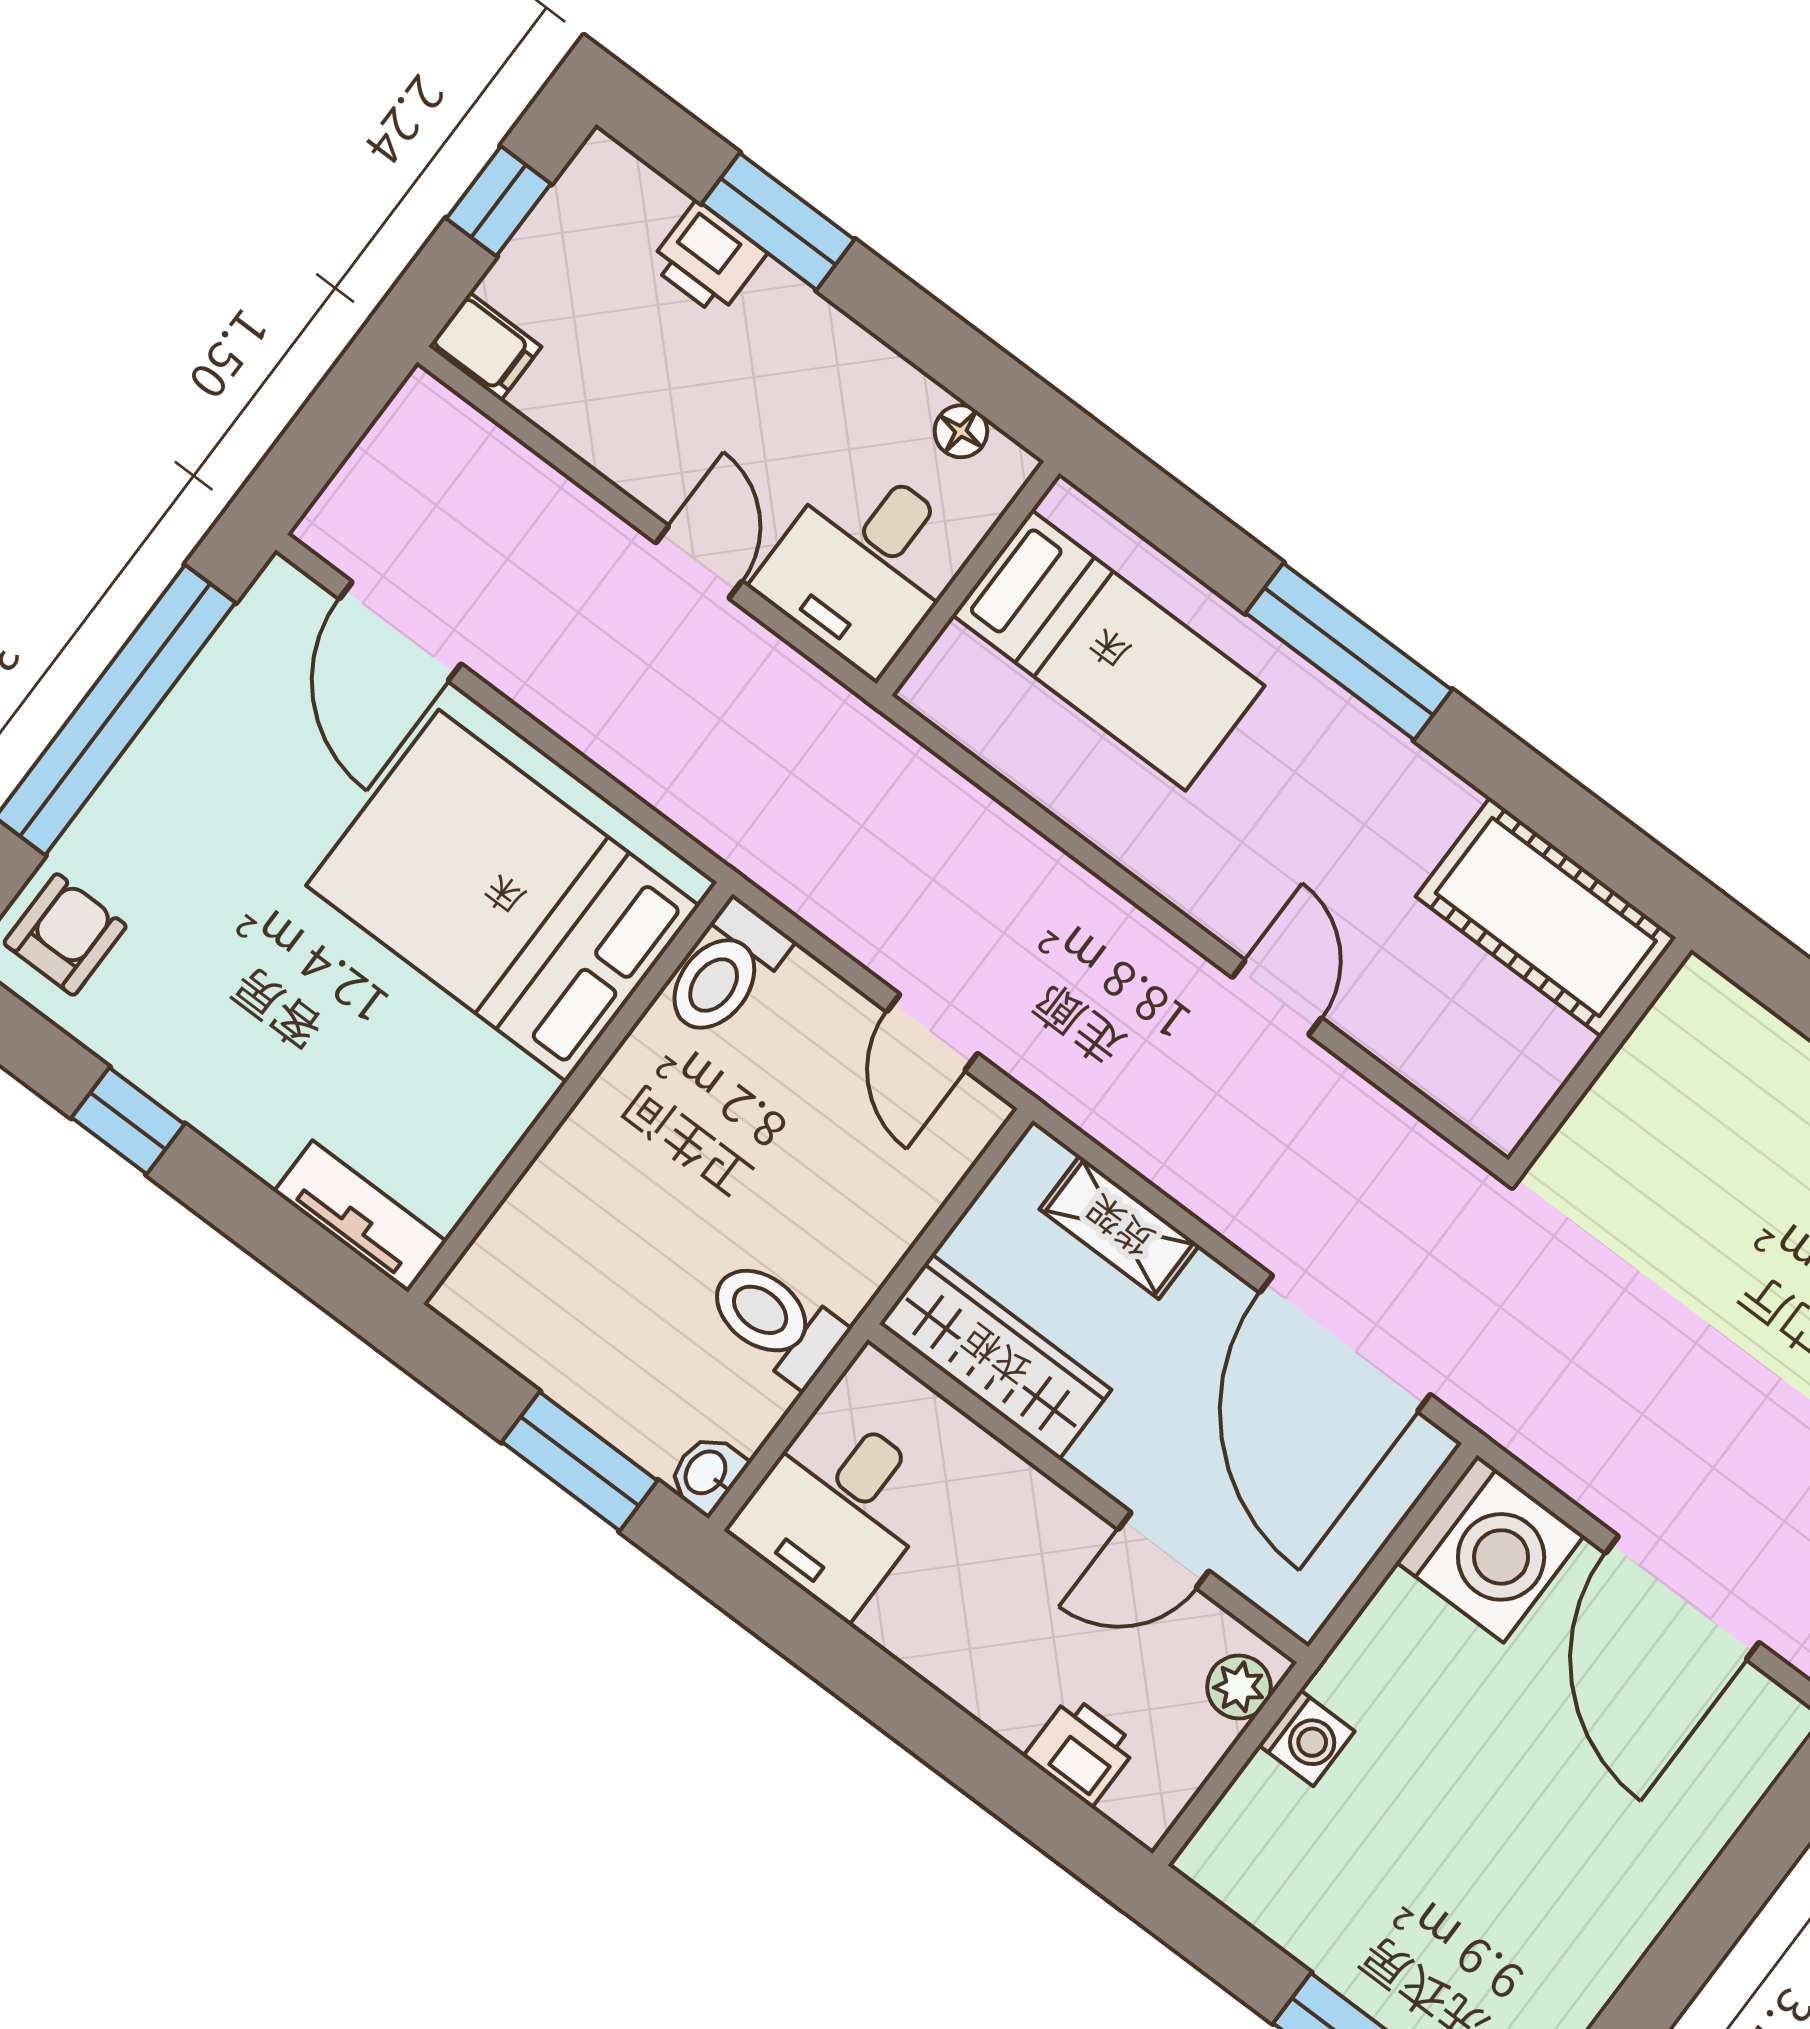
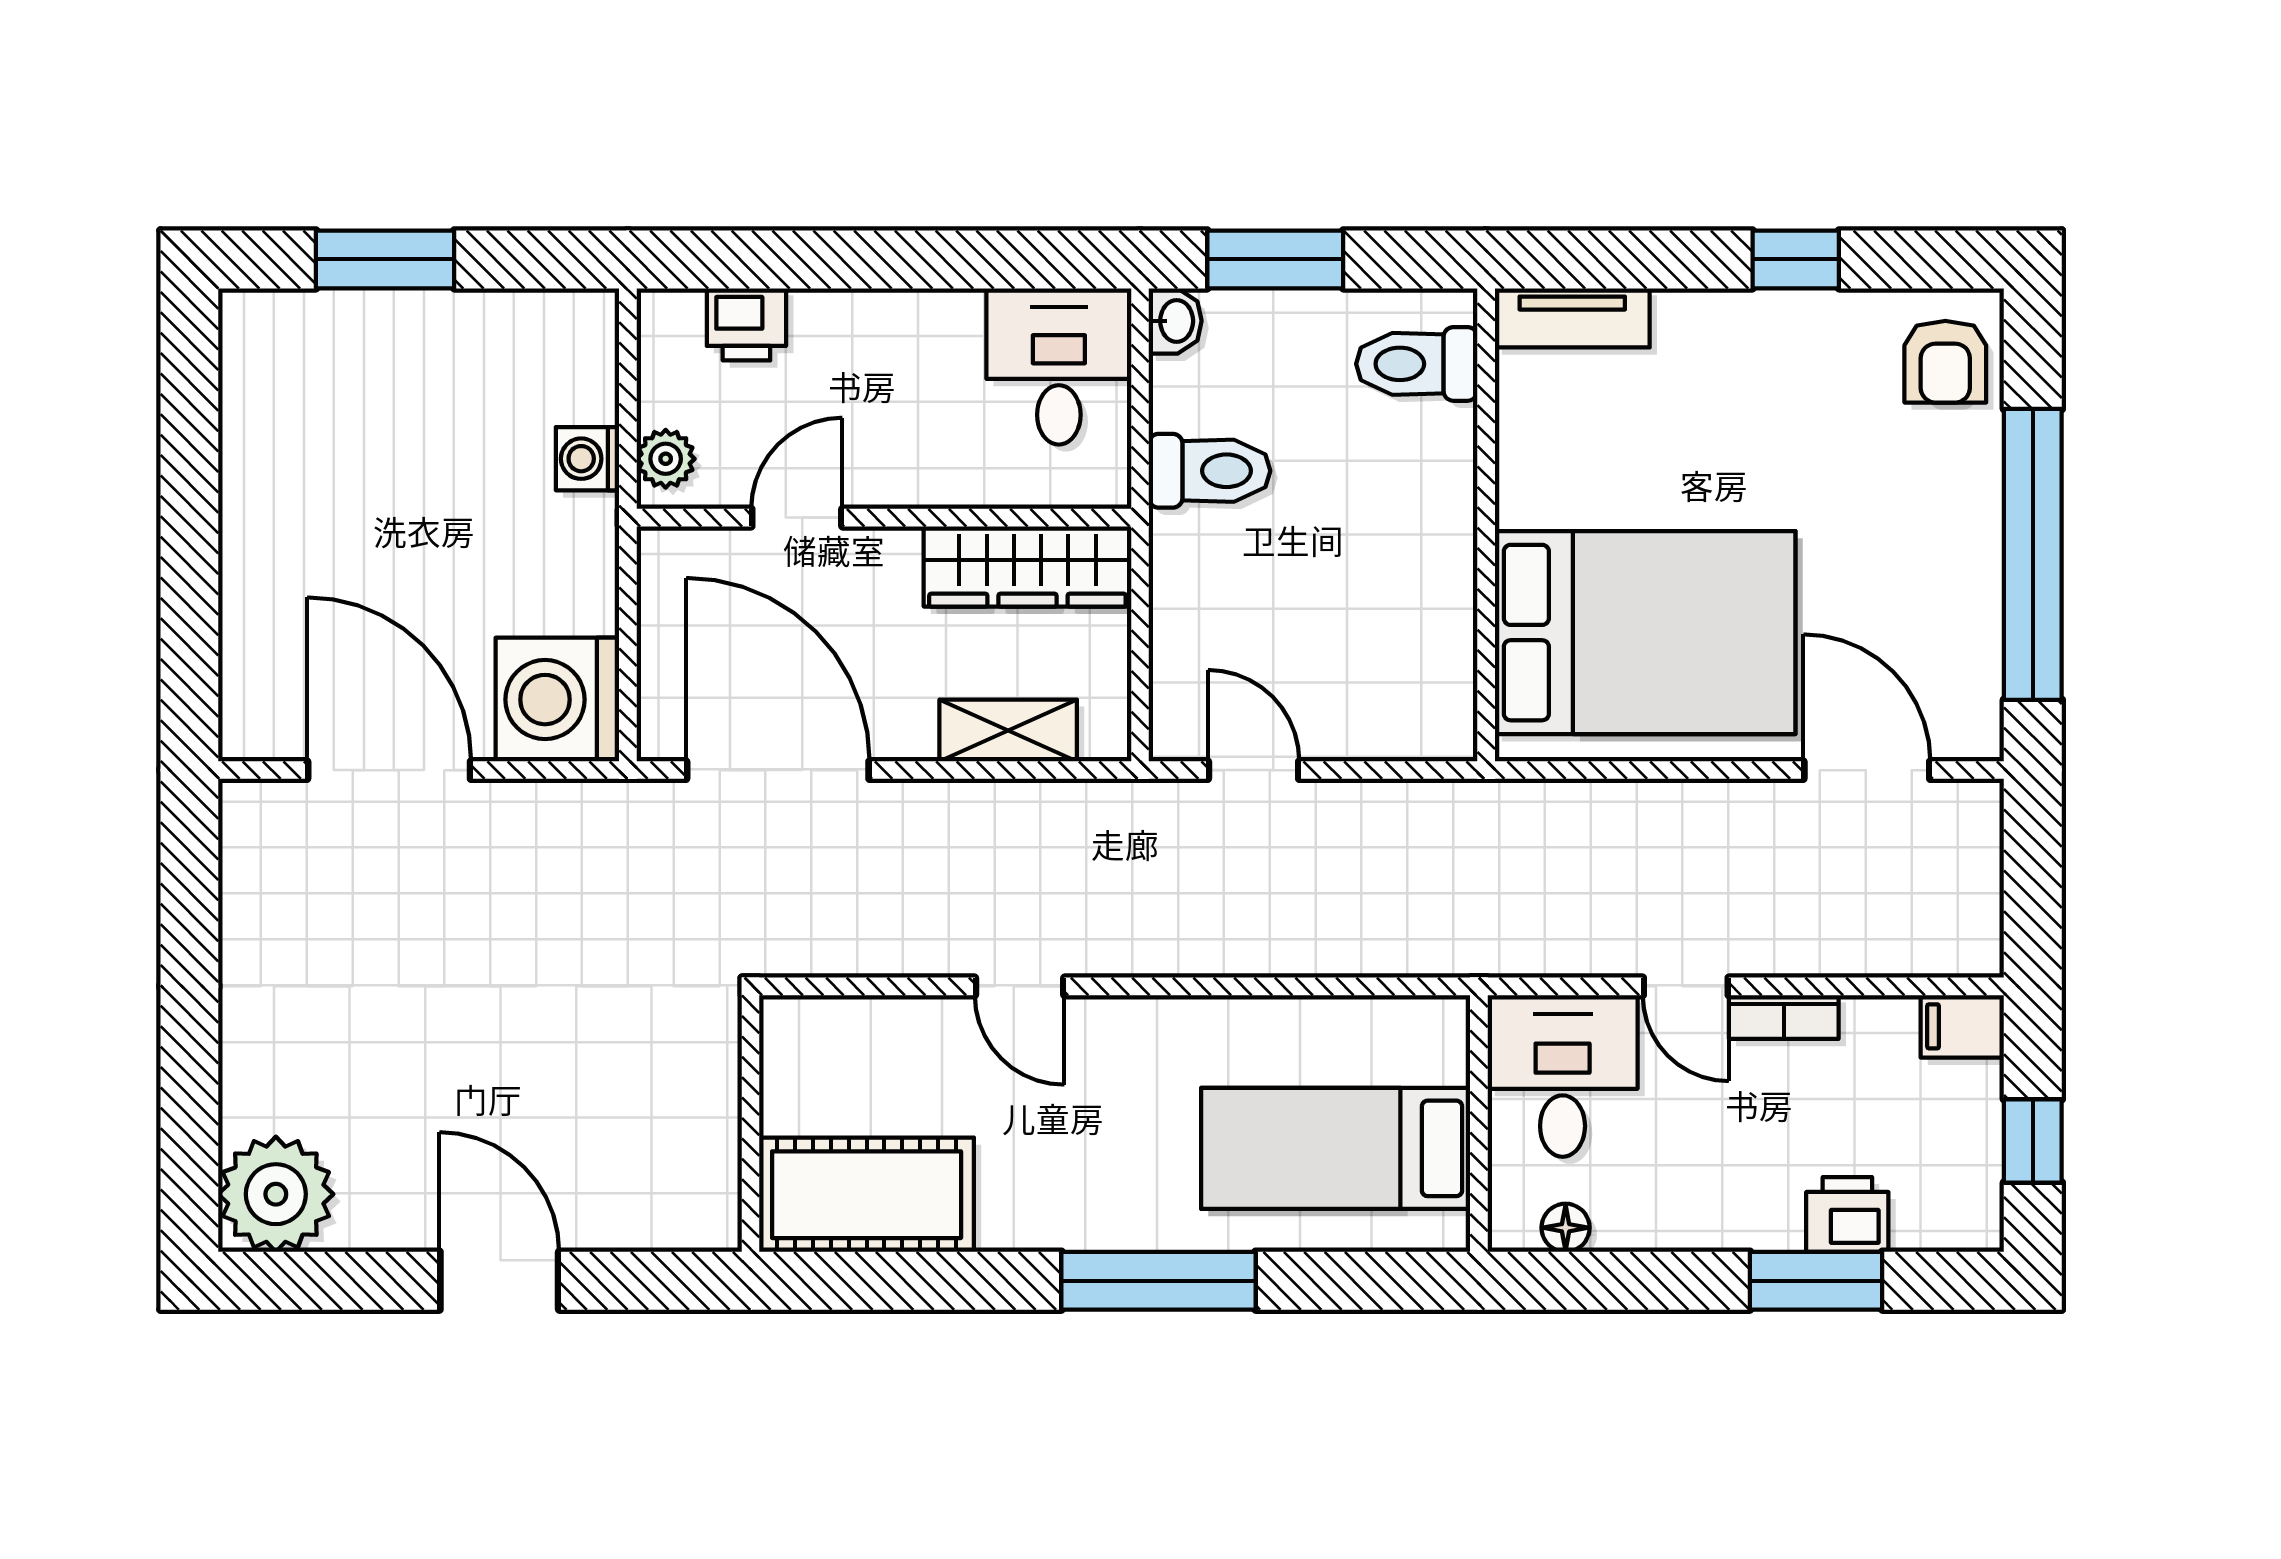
bookcase: (634, 471) -> (1784, 1017), added
toilet: (725, 970) -> (1417, 364), moved, turned -90

